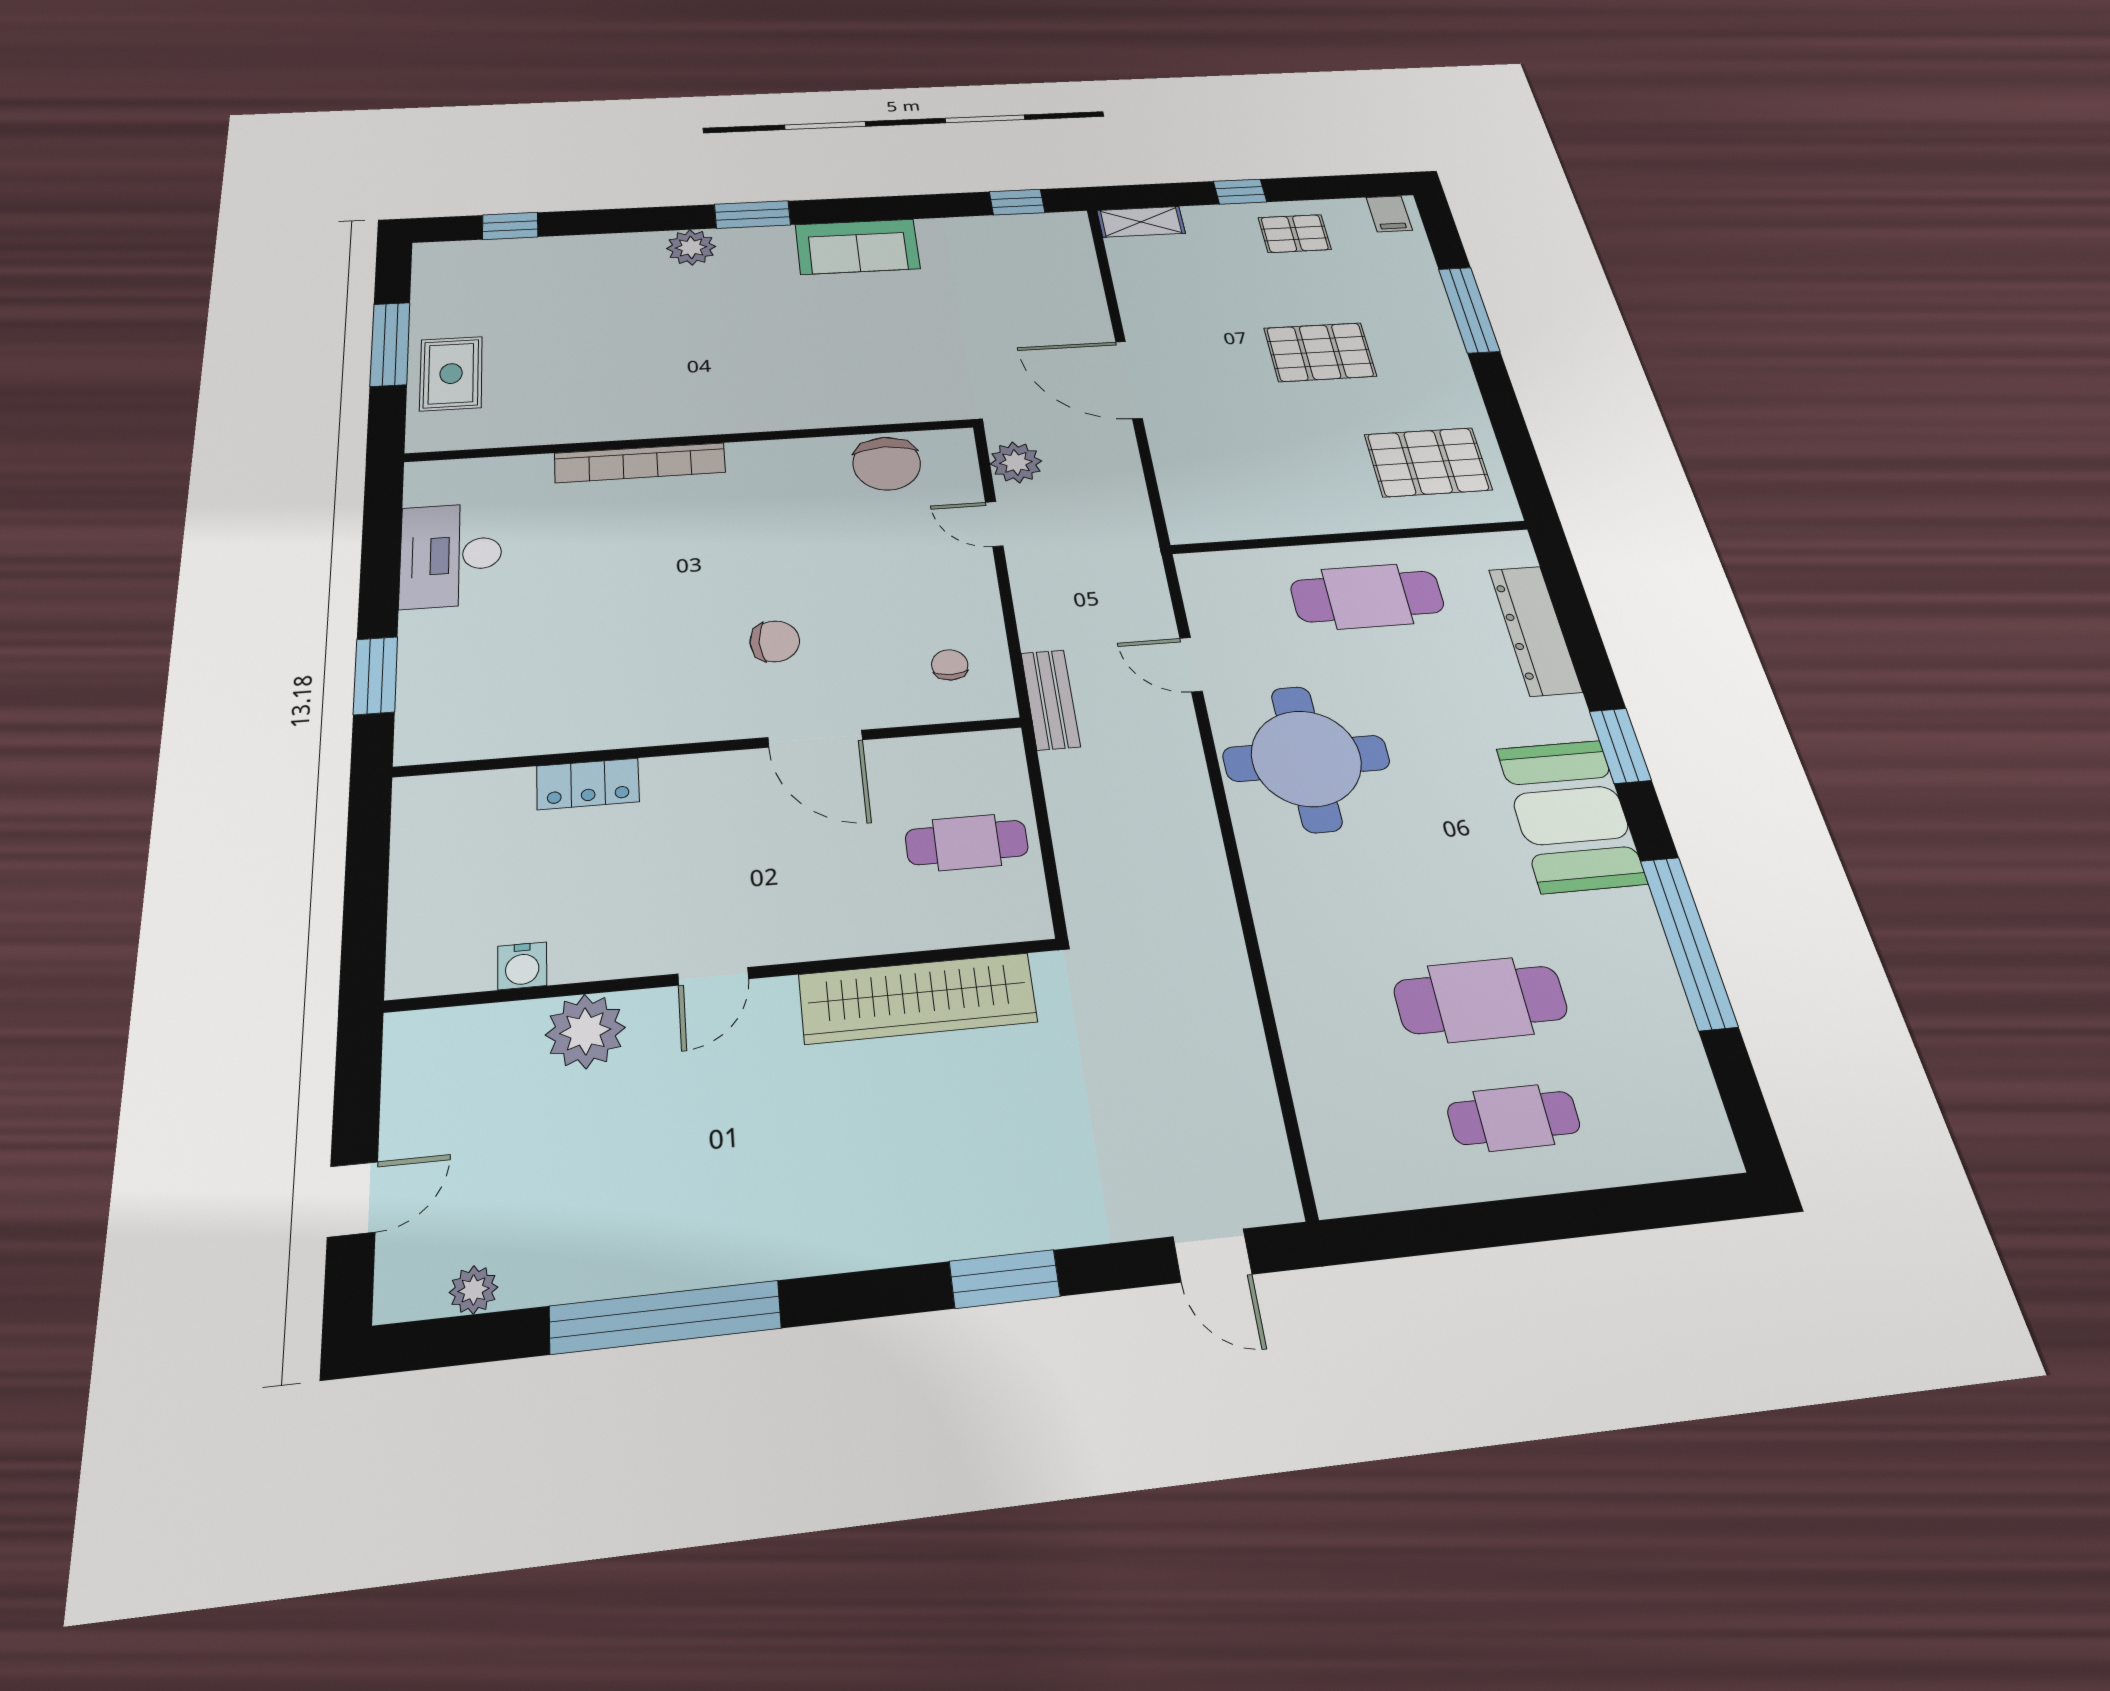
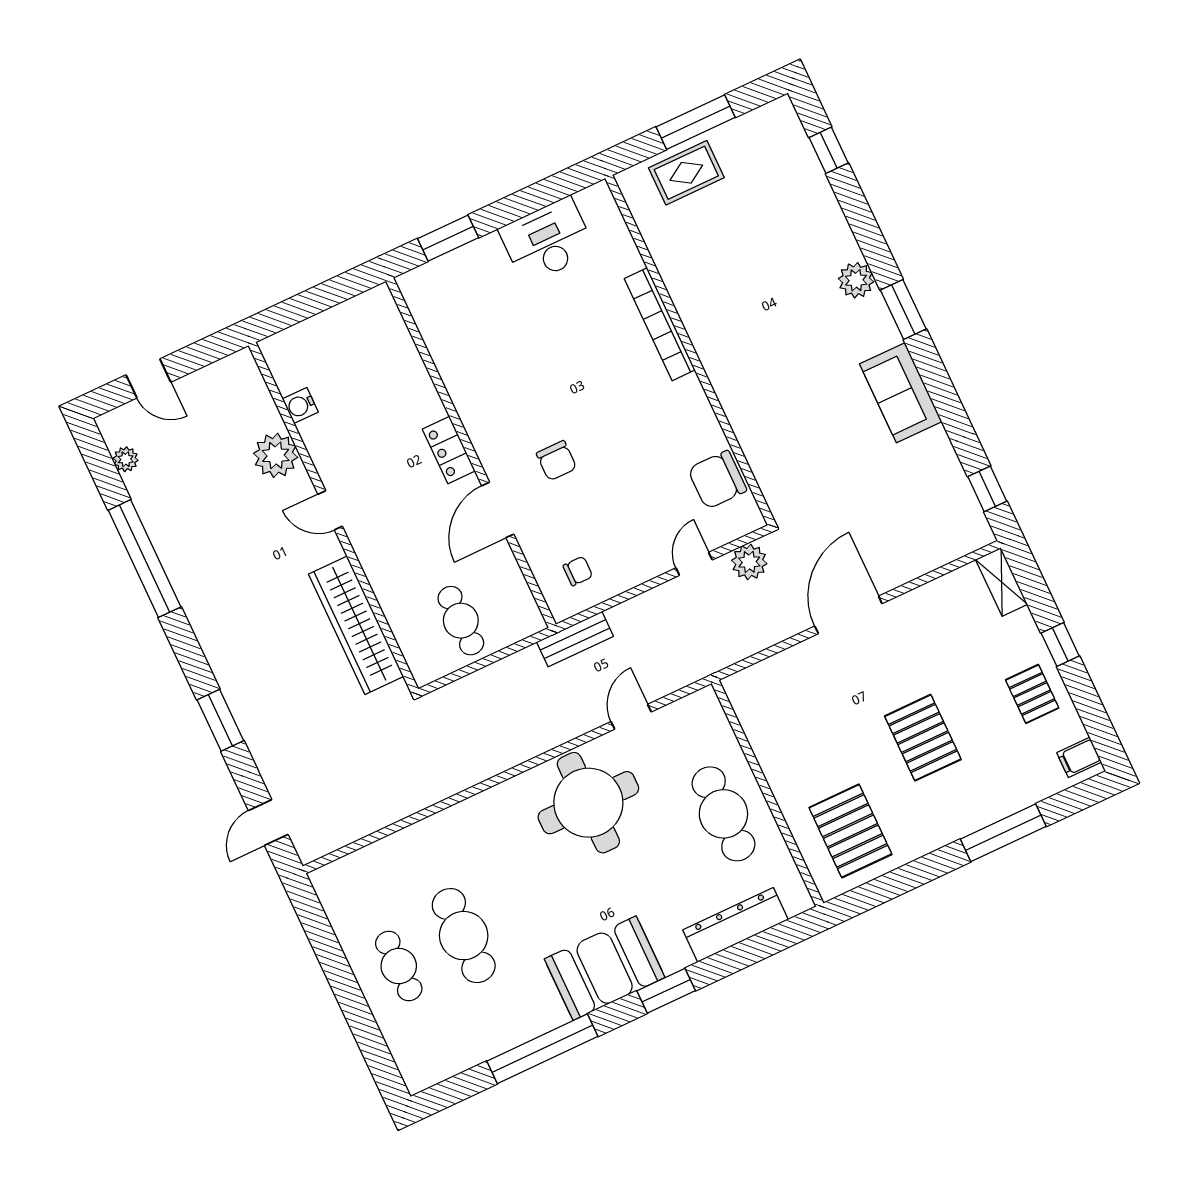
locker: (588, 784) -> (449, 450), moved

